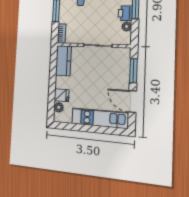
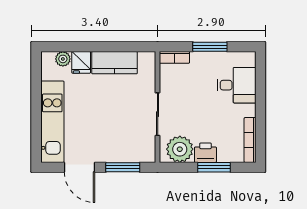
plant: (127, 26) -> (180, 149), width x1.88, depth x1.88
kitchen counter: (63, 61) -> (115, 63), moved
door: (132, 101) -> (80, 167), swing flipped

